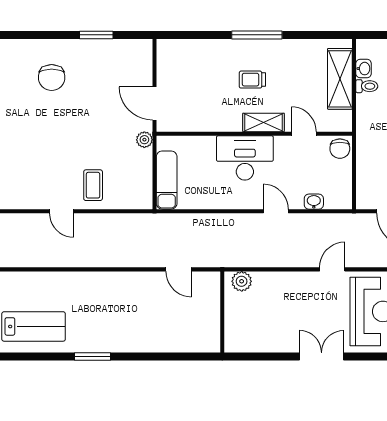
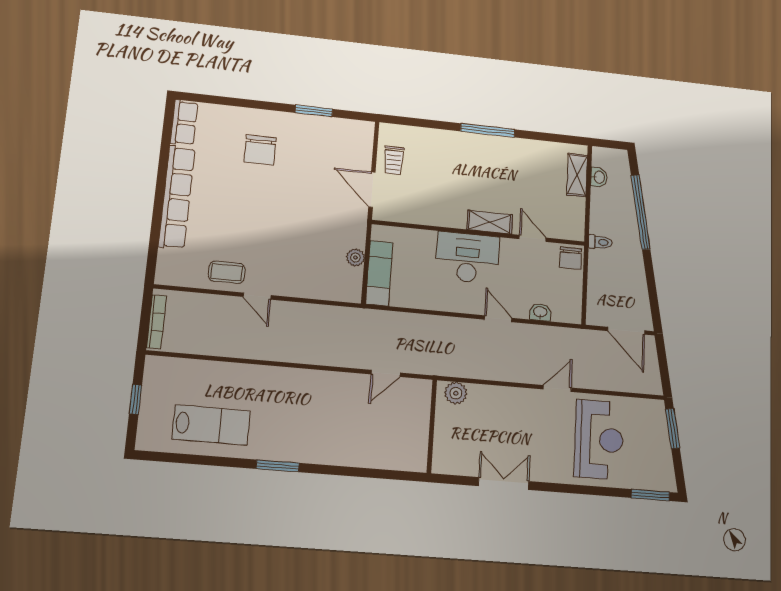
shelving: (340, 79) -> (577, 175), width x0.67, depth x0.75
trolley: (252, 80) -> (394, 160), moved, turned -90
toilet: (367, 86) -> (600, 242), moved
plant: (144, 140) -> (355, 257), moved
coffee table: (93, 185) -> (227, 272), moved, turned 90
door: (179, 269) -> (386, 373), hinge flipped
double door: (322, 356) -> (504, 484), moved

